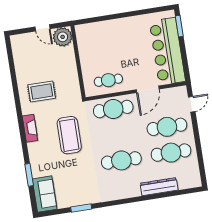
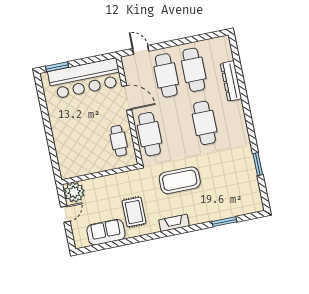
sofa: (45, 194) -> (106, 232), moved

